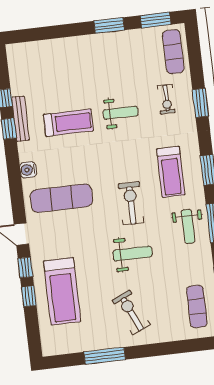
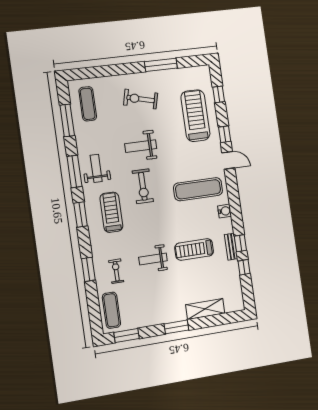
window: (109, 26) -> (176, 327), moved
shelving: (56, 48) -> (205, 309), added
bench: (20, 119) -> (231, 247), width x0.73
window: (29, 296) -> (219, 94), moved
exercise bike: (131, 312) -> (141, 99), turned 128

